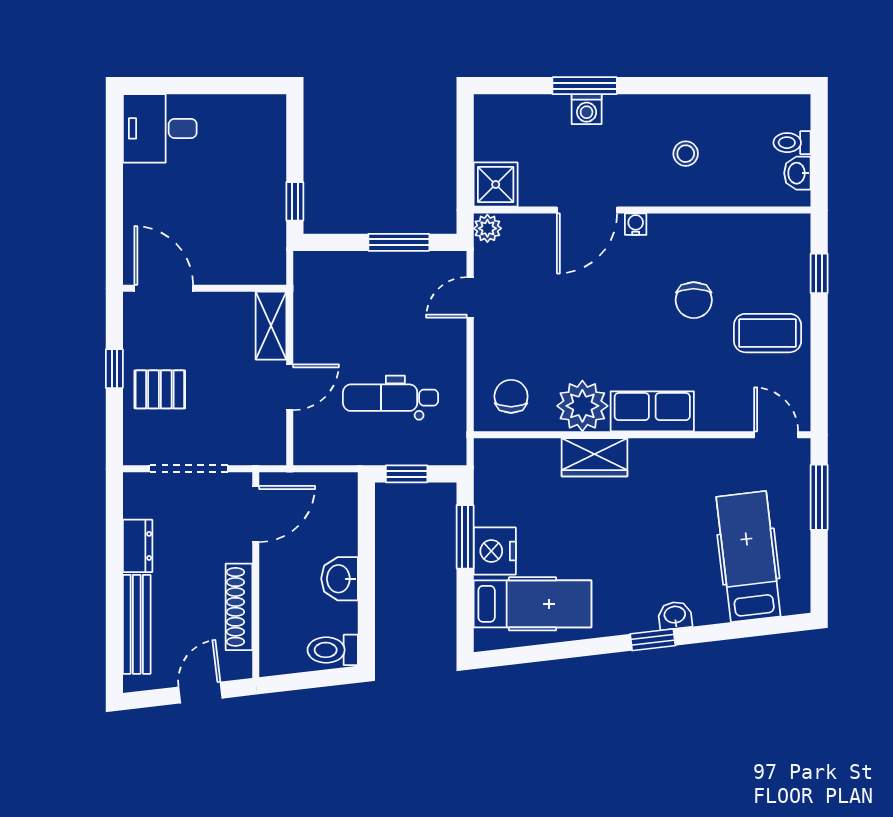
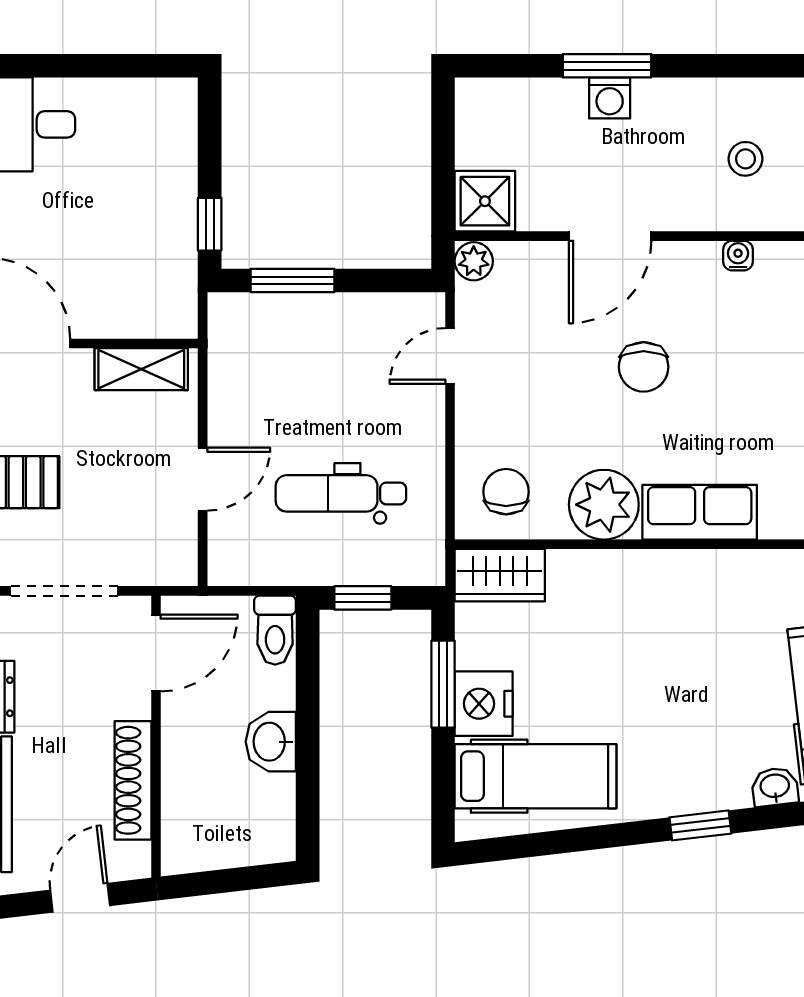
water cooler: (636, 224) -> (738, 256), moved
window: (399, 242) -> (293, 280), moved
chair: (694, 300) -> (644, 367), moved
shelving: (271, 326) -> (141, 369), moved, turned 90
wardrobe: (595, 457) -> (500, 575), moved
washbasin: (675, 615) -> (775, 787), moved
toilet: (333, 650) -> (275, 630), moved, turned -90

